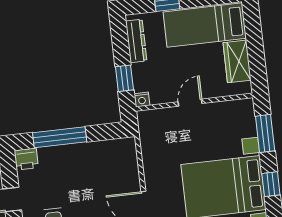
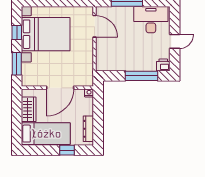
window: (124, 78) -> (98, 107), removed
door: (190, 103) -> (60, 88), width x1.88

